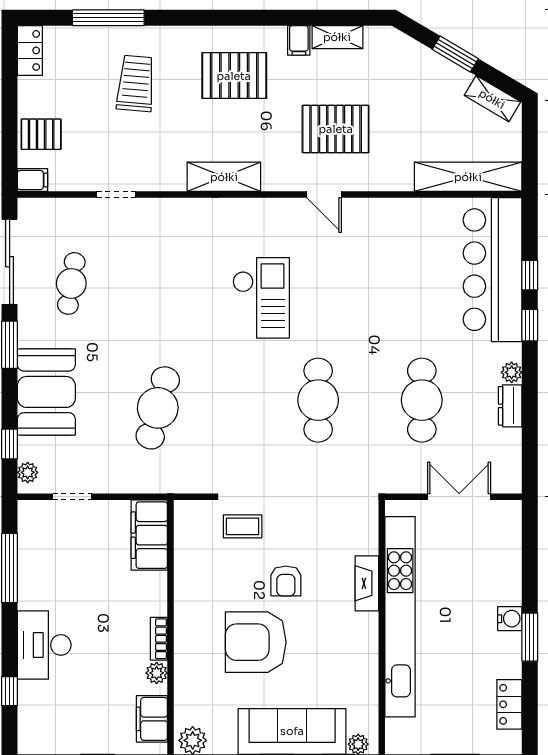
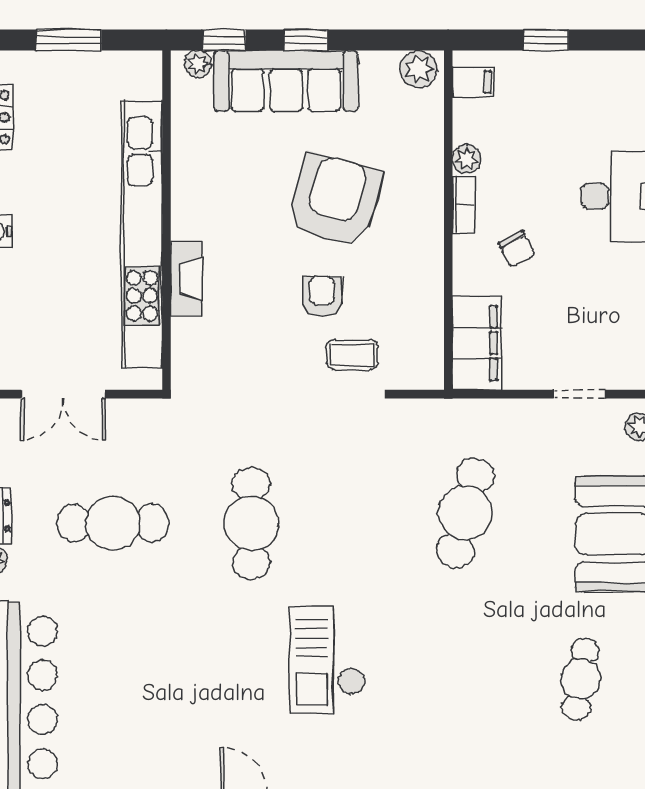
cafe table: (422, 400) -> (113, 523), turned 90
armchair: (286, 581) -> (322, 296), moved
chair: (119, 606) -> (517, 249), added
armchair: (256, 642) -> (335, 200), turned -74
filing cabinet: (152, 719) -> (473, 82), width x0.50

